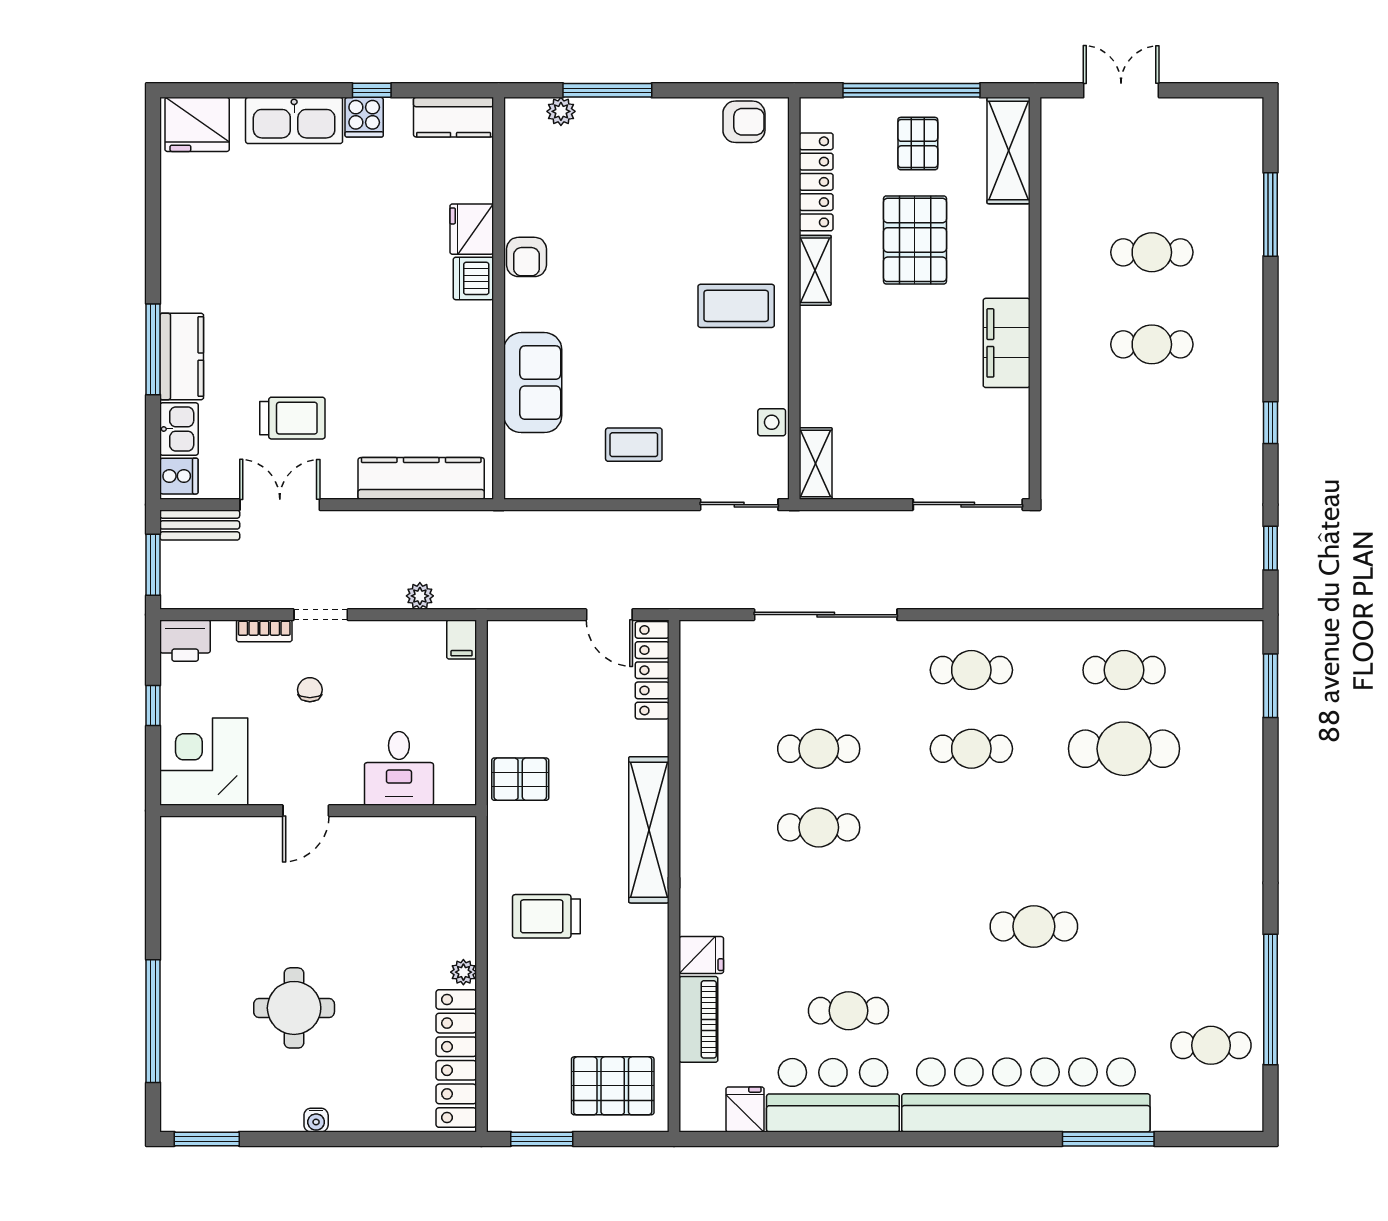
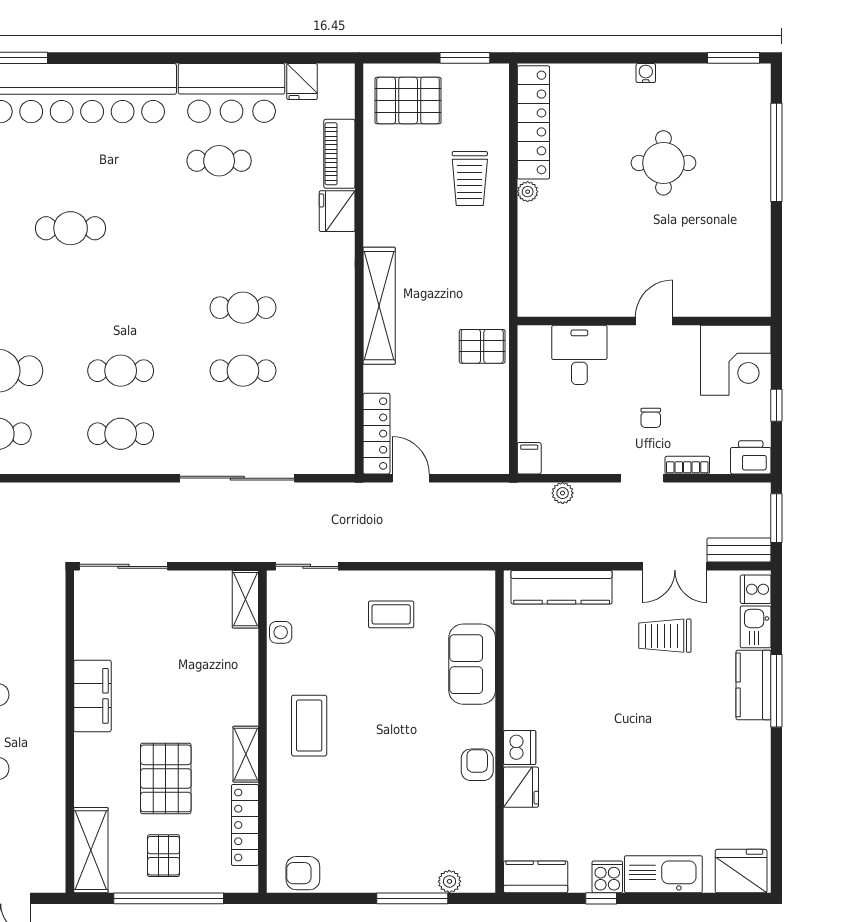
coffee table: (736, 306) -> (309, 726), turned 90
trolley: (546, 916) -> (470, 179), moved, turned 90
fridge: (701, 955) -> (337, 211), width x1.38

